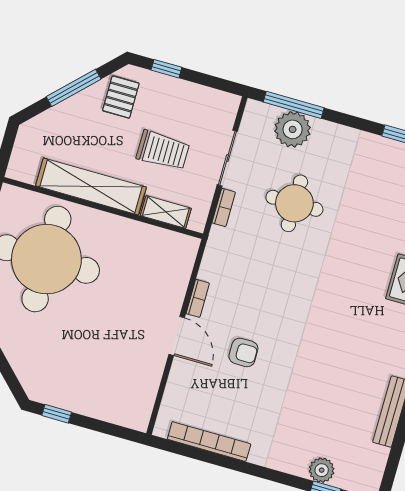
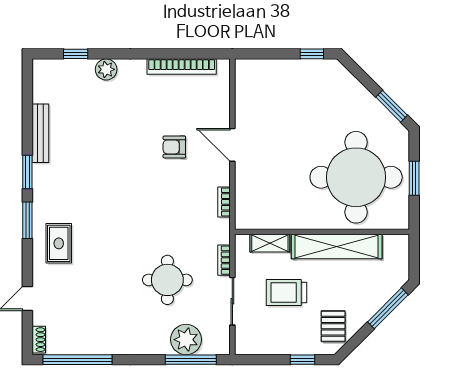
window: (74, 88) -> (388, 308), moved
bookcase: (198, 298) -> (224, 202), moved
plant: (322, 470) -> (106, 69), moved

